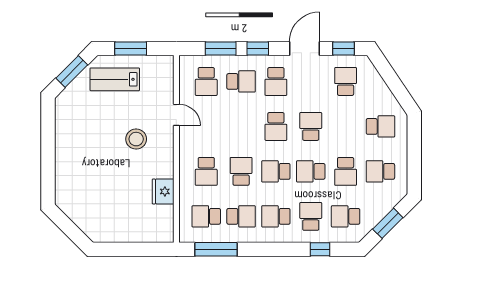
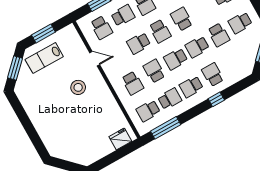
fridge: (163, 191) -> (120, 139), moved, turned 90
school desk: (346, 216) -> (139, 43), moved
window: (320, 249) -> (216, 99), moved

